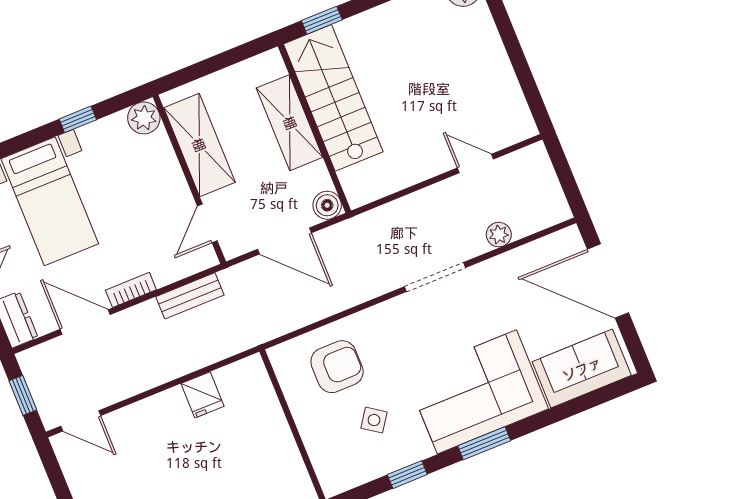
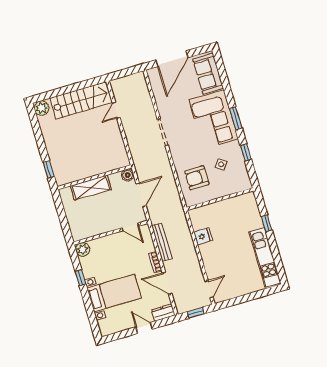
stairs: (333, 98) -> (81, 100), moved, turned 180
shelving: (199, 145) -> (97, 227), removed
plant: (499, 235) -> (147, 103), removed
bench: (190, 296) -> (162, 242), width x1.36
door: (85, 322) -> (167, 283), hinge flipped
armchair: (337, 367) -> (197, 178), turned -90

